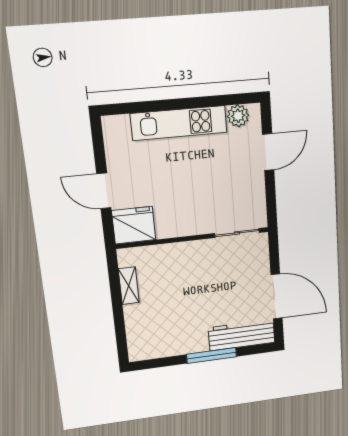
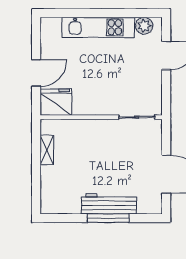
door: (104, 191) -> (36, 73), swing flipped
workbench: (242, 335) -> (109, 204), moved

